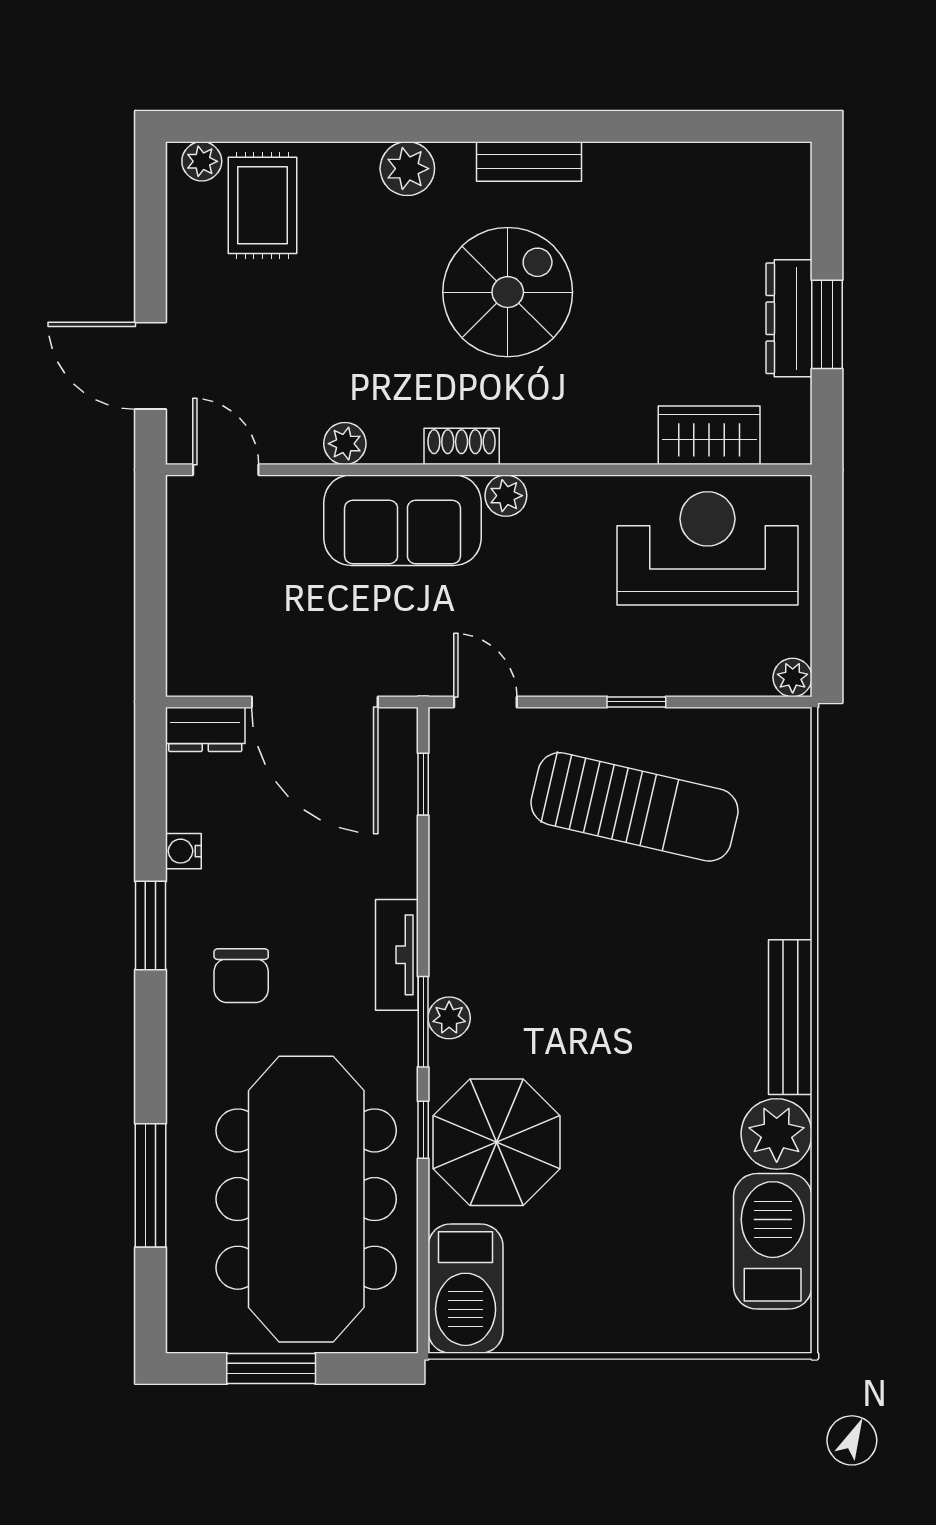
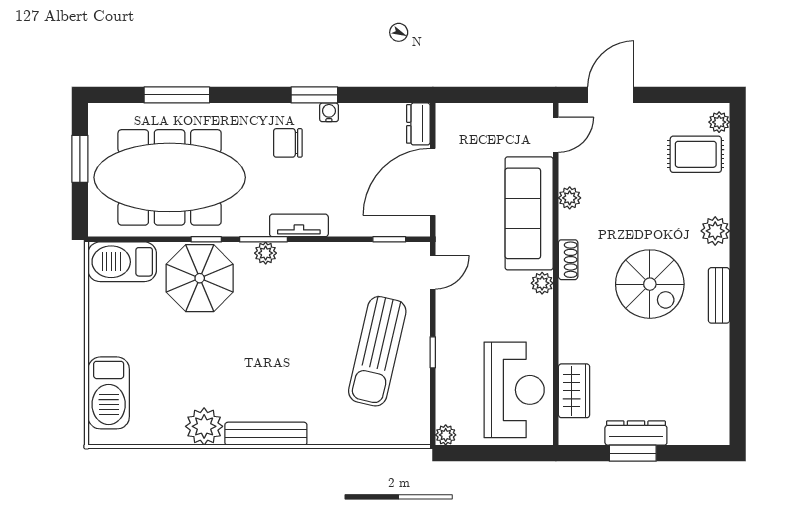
sofa: (402, 520) -> (529, 213), width x1.36
water cooler: (183, 851) -> (329, 112), moved
barbecue: (773, 1241) -> (109, 393), moved, turned 90

